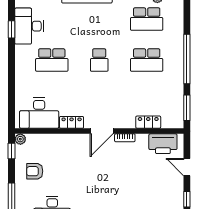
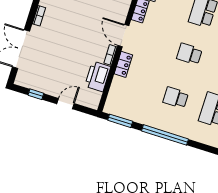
school desk: (147, 60) -> (176, 98), width x0.54
locker: (148, 122) -> (123, 64), moved
printer: (163, 144) -> (98, 76), moved

